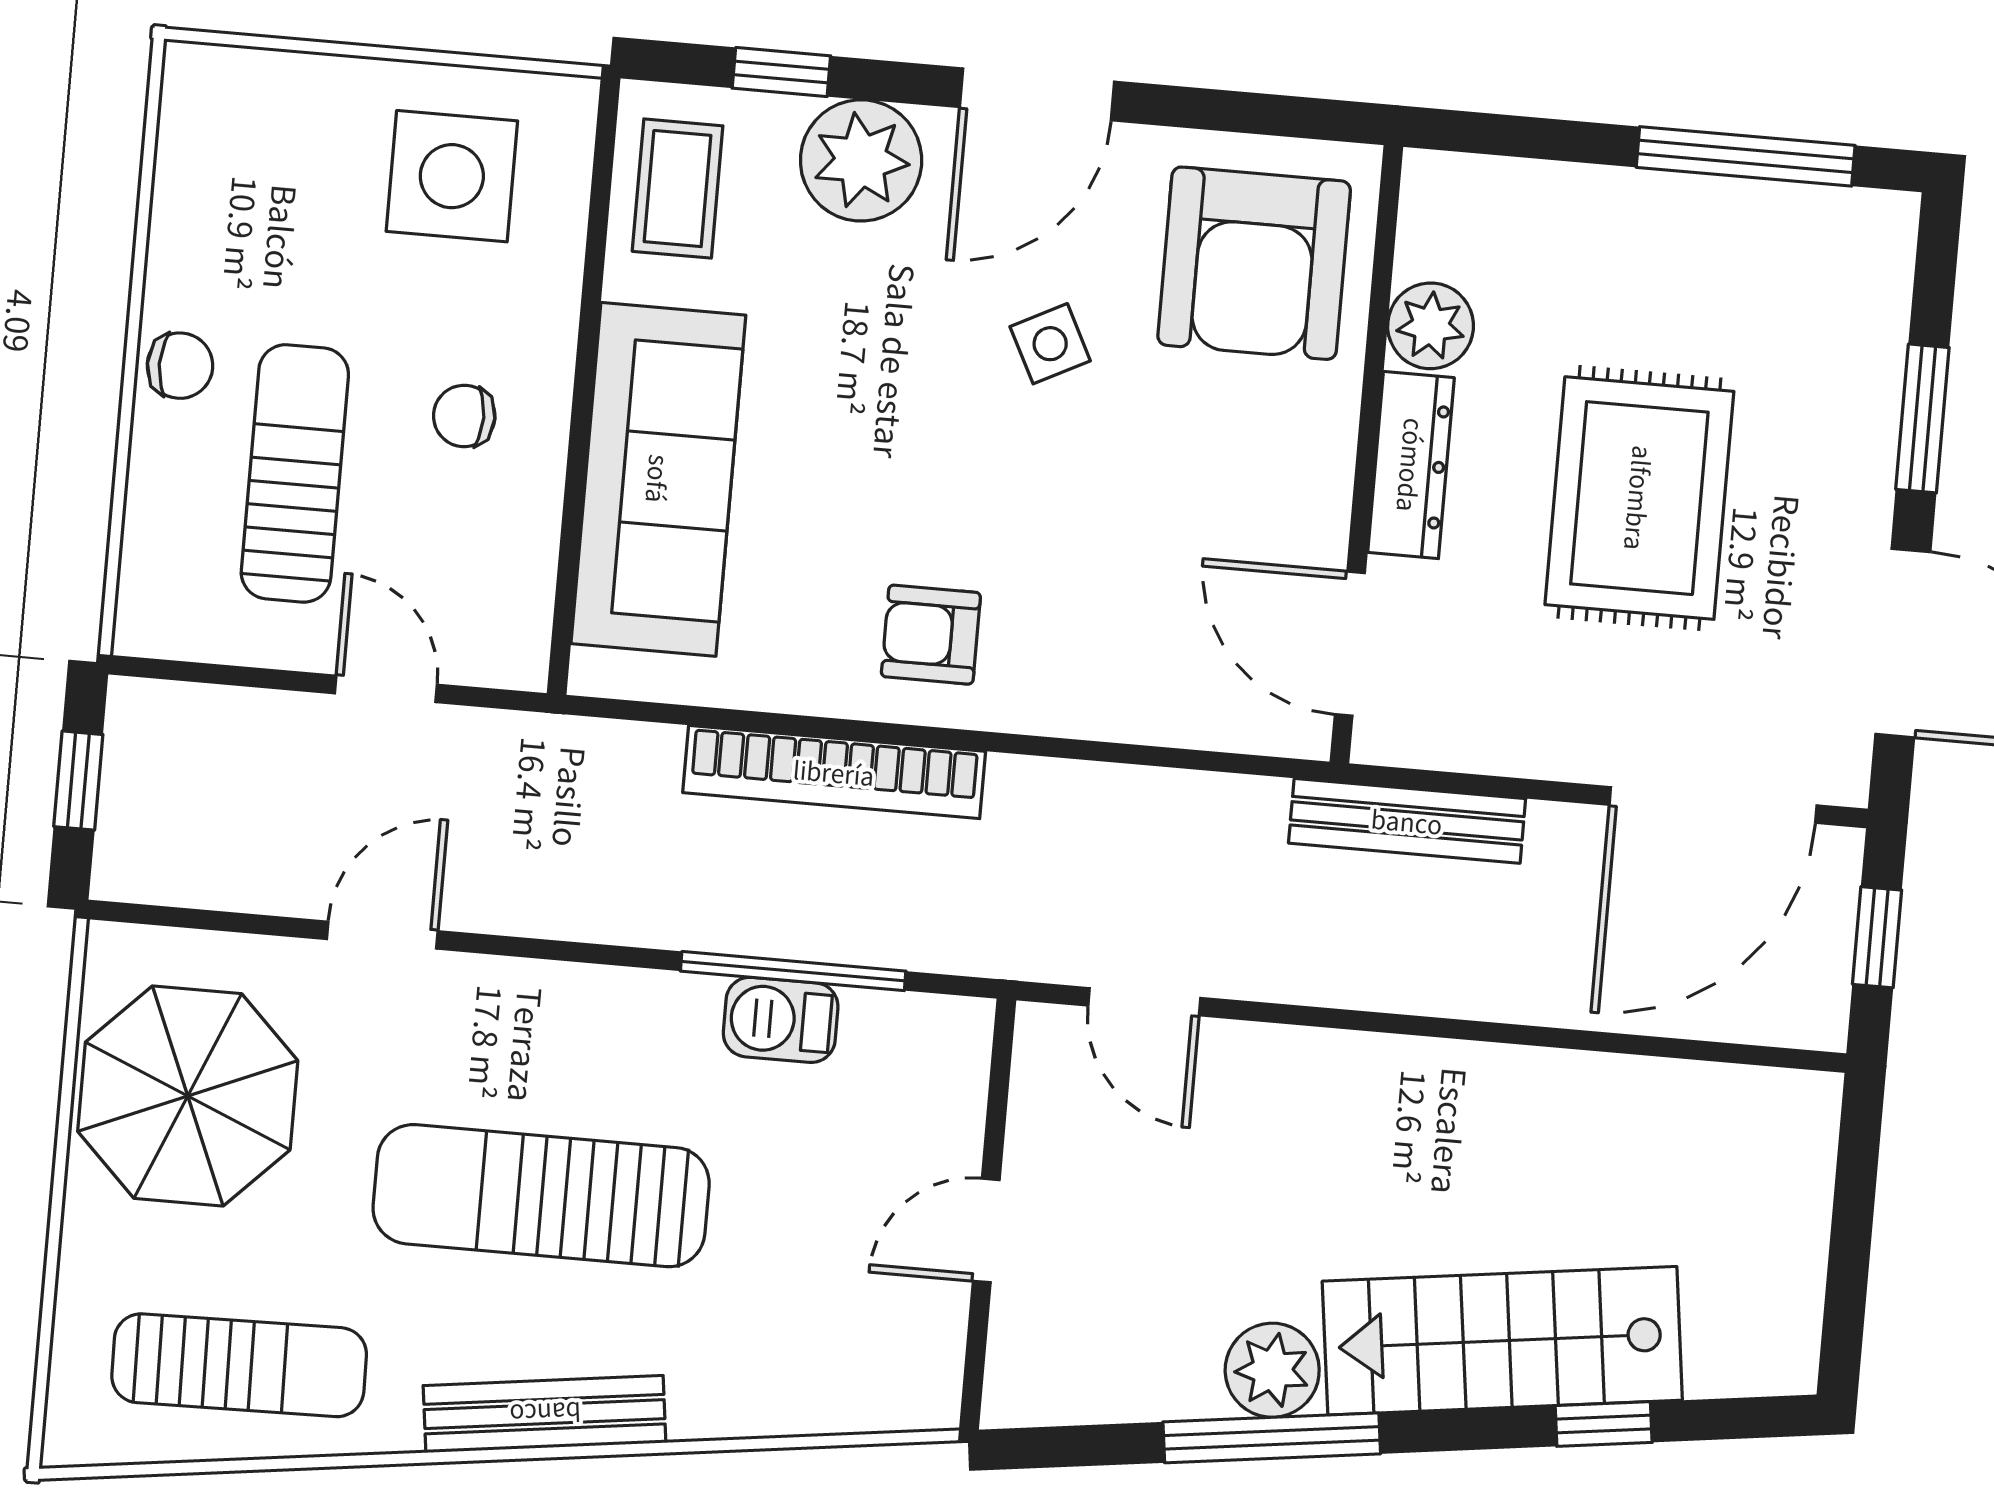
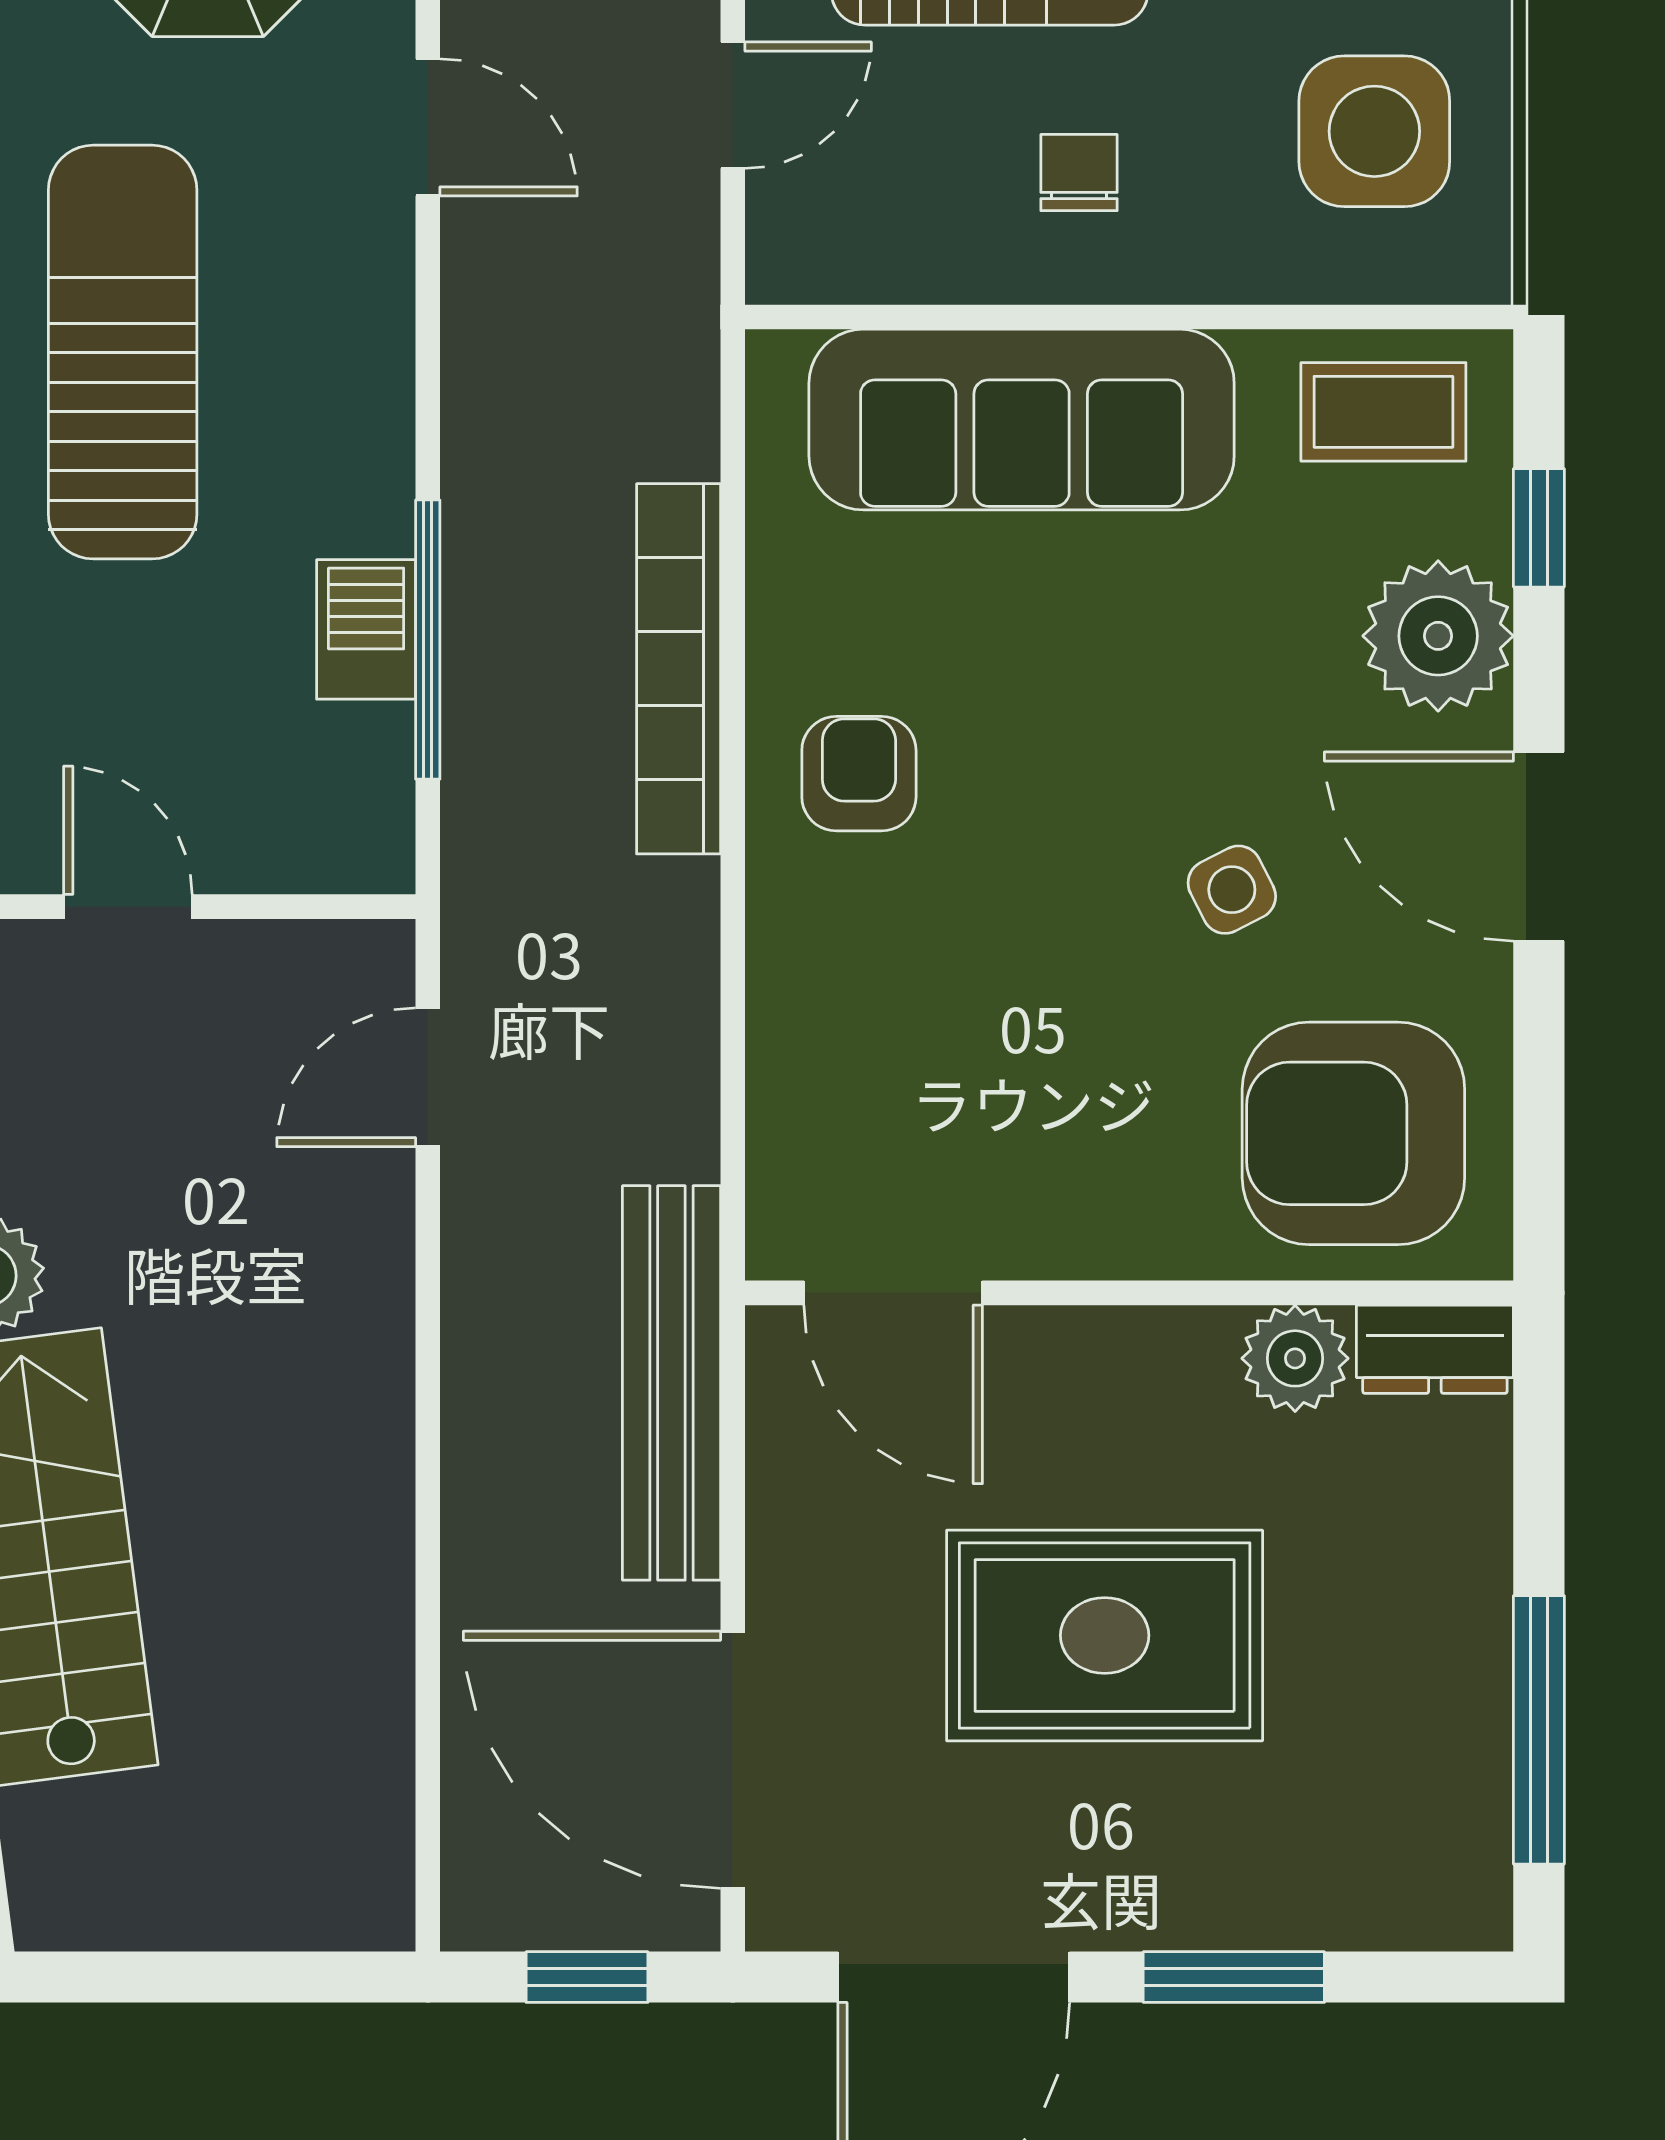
dresser: (1411, 465) -> (1435, 1349), moved, width x0.70
door: (1350, 644) -> (893, 1293), swing flipped
bench: (1407, 821) -> (671, 1383), width x1.37, depth x1.21

